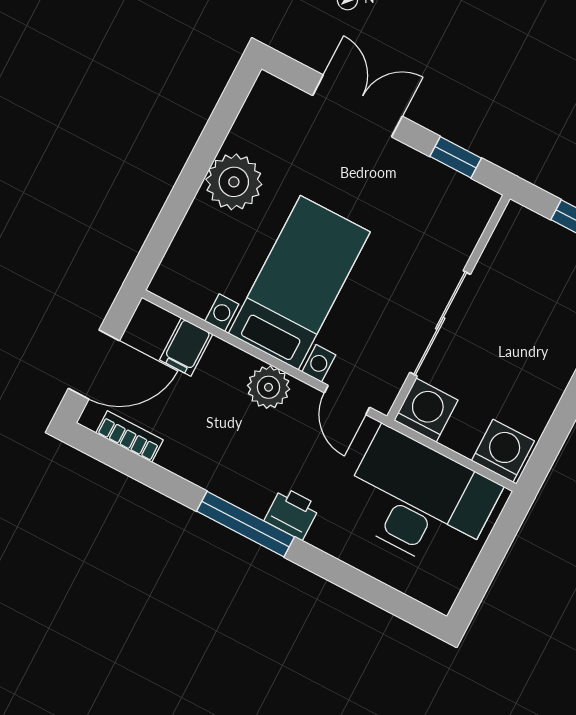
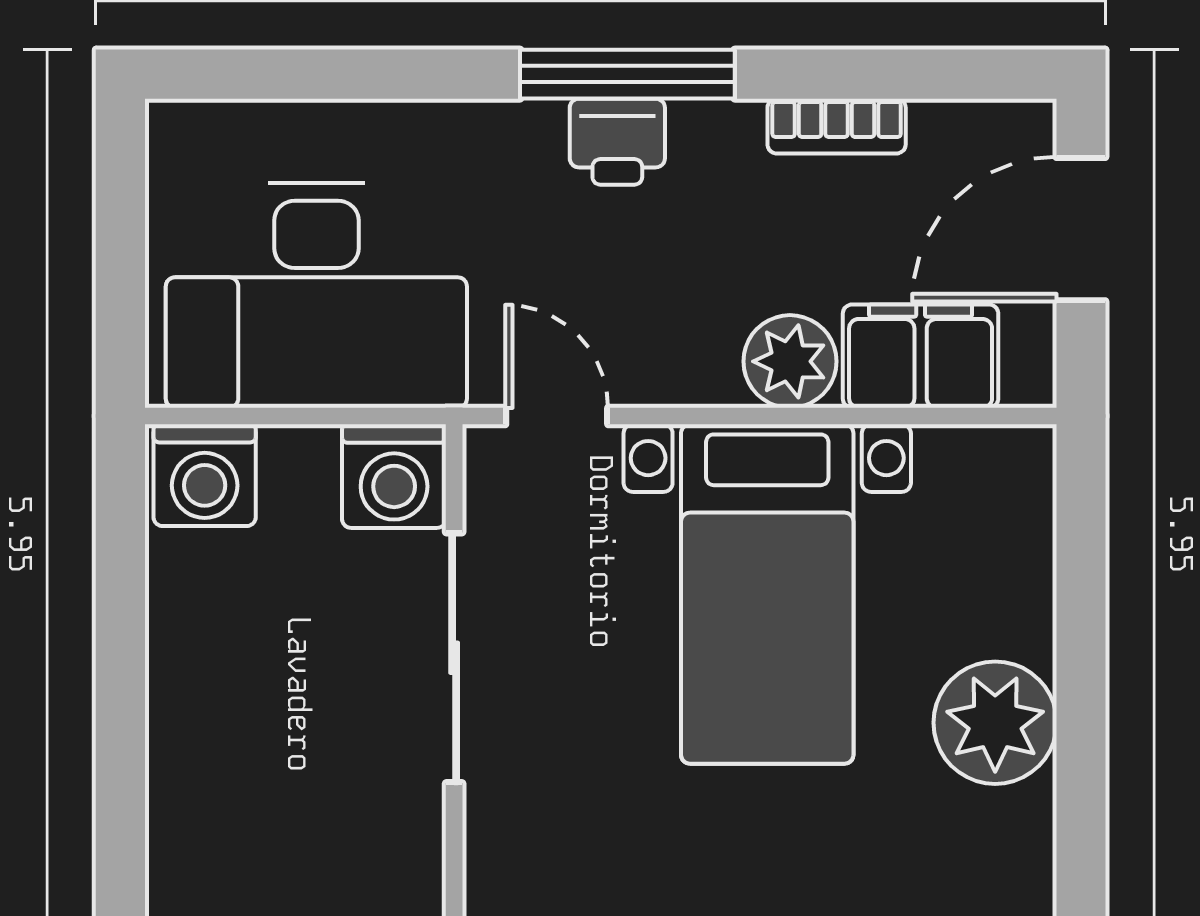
filing cabinet: (186, 347) -> (921, 356), width x2.00
plant: (269, 387) -> (790, 361), moved
bookcase: (129, 436) -> (837, 126), moved
printer: (292, 513) -> (617, 142), moved

